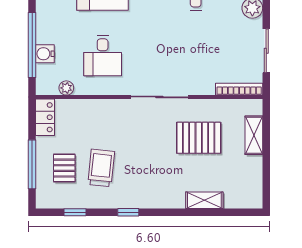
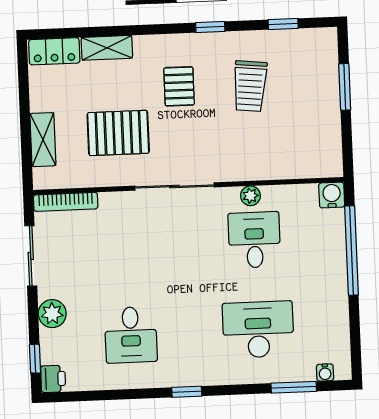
water cooler: (45, 54) -> (332, 195), moved, turned -90
plant: (66, 88) -> (250, 196), moved
locker: (45, 117) -> (54, 51), moved, turned -90
window: (32, 164) -> (345, 87), width x0.69
pallet: (64, 168) -> (179, 86), moved

